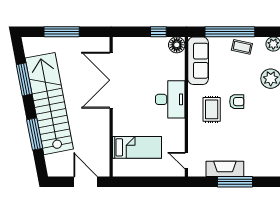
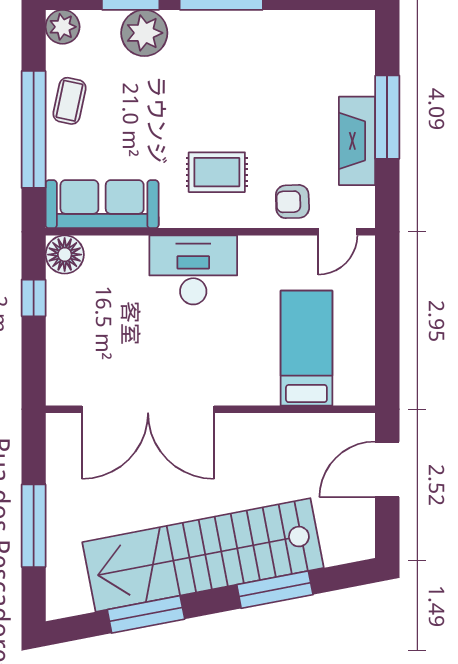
armchair: (237, 102) -> (292, 202), moved, turned -92

